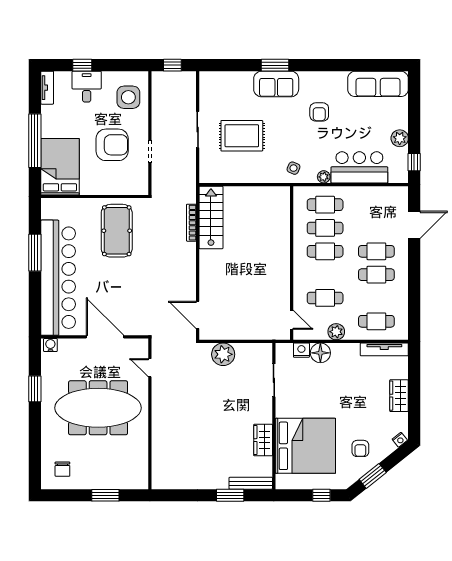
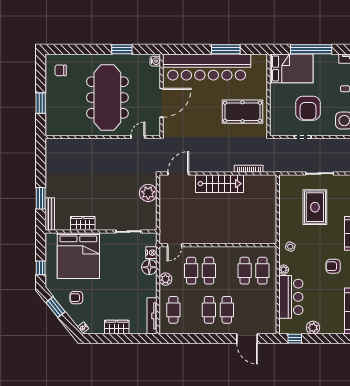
stairs: (211, 217) -> (219, 184), moved
cafe table: (325, 251) -> (209, 271), moved

